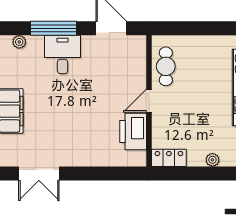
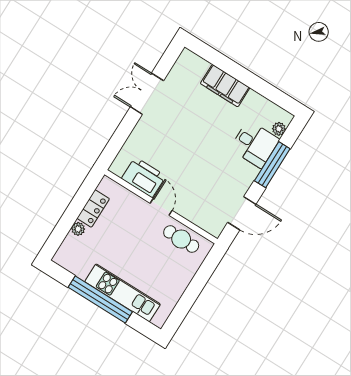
desk: (62, 54) -> (255, 144), moved
locker: (169, 158) -> (93, 209), moved
double door: (39, 174) -> (147, 94), moved

